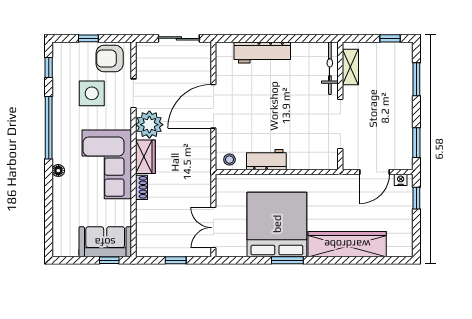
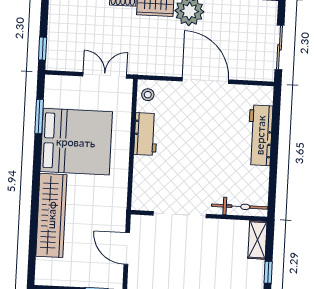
shelving: (350, 67) -> (257, 240), moved, turned 90
nightstand: (401, 180) -> (117, 276), removed
double door: (213, 228) -> (105, 75), moved
window: (176, 260) -> (43, 49), moved
window: (287, 260) -> (39, 116), moved

